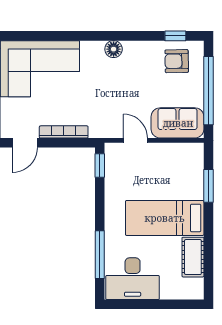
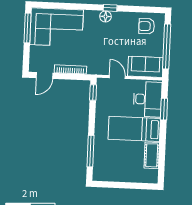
window: (175, 36) -> (110, 8), moved
desk: (133, 279) -> (148, 99), moved, turned -90

